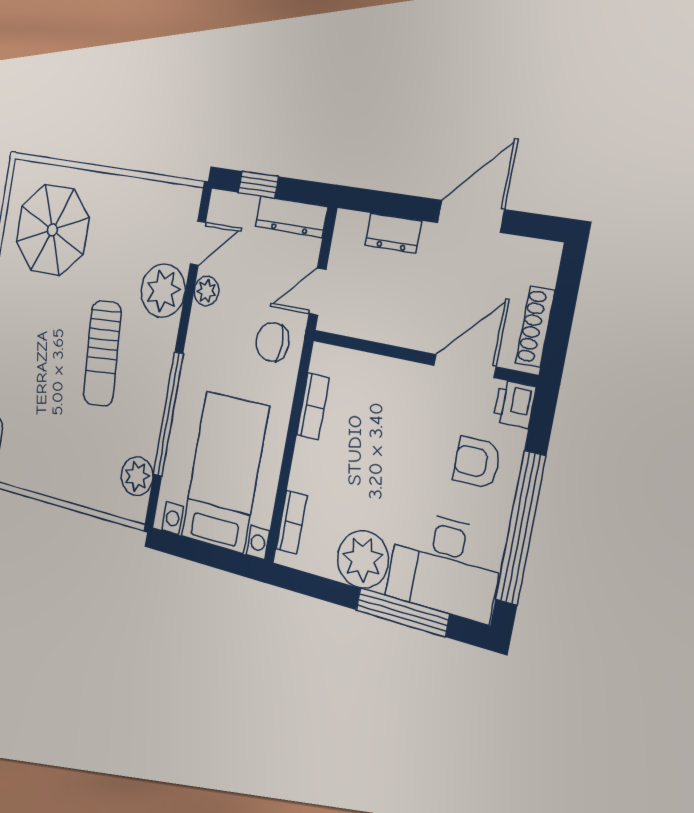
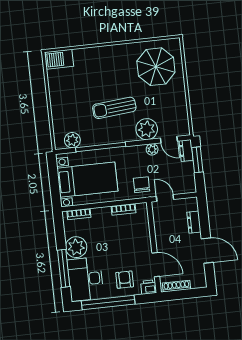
window: (258, 185) -> (197, 160), width x1.50
dresser: (291, 217) -> (186, 150), moved, width x0.70

